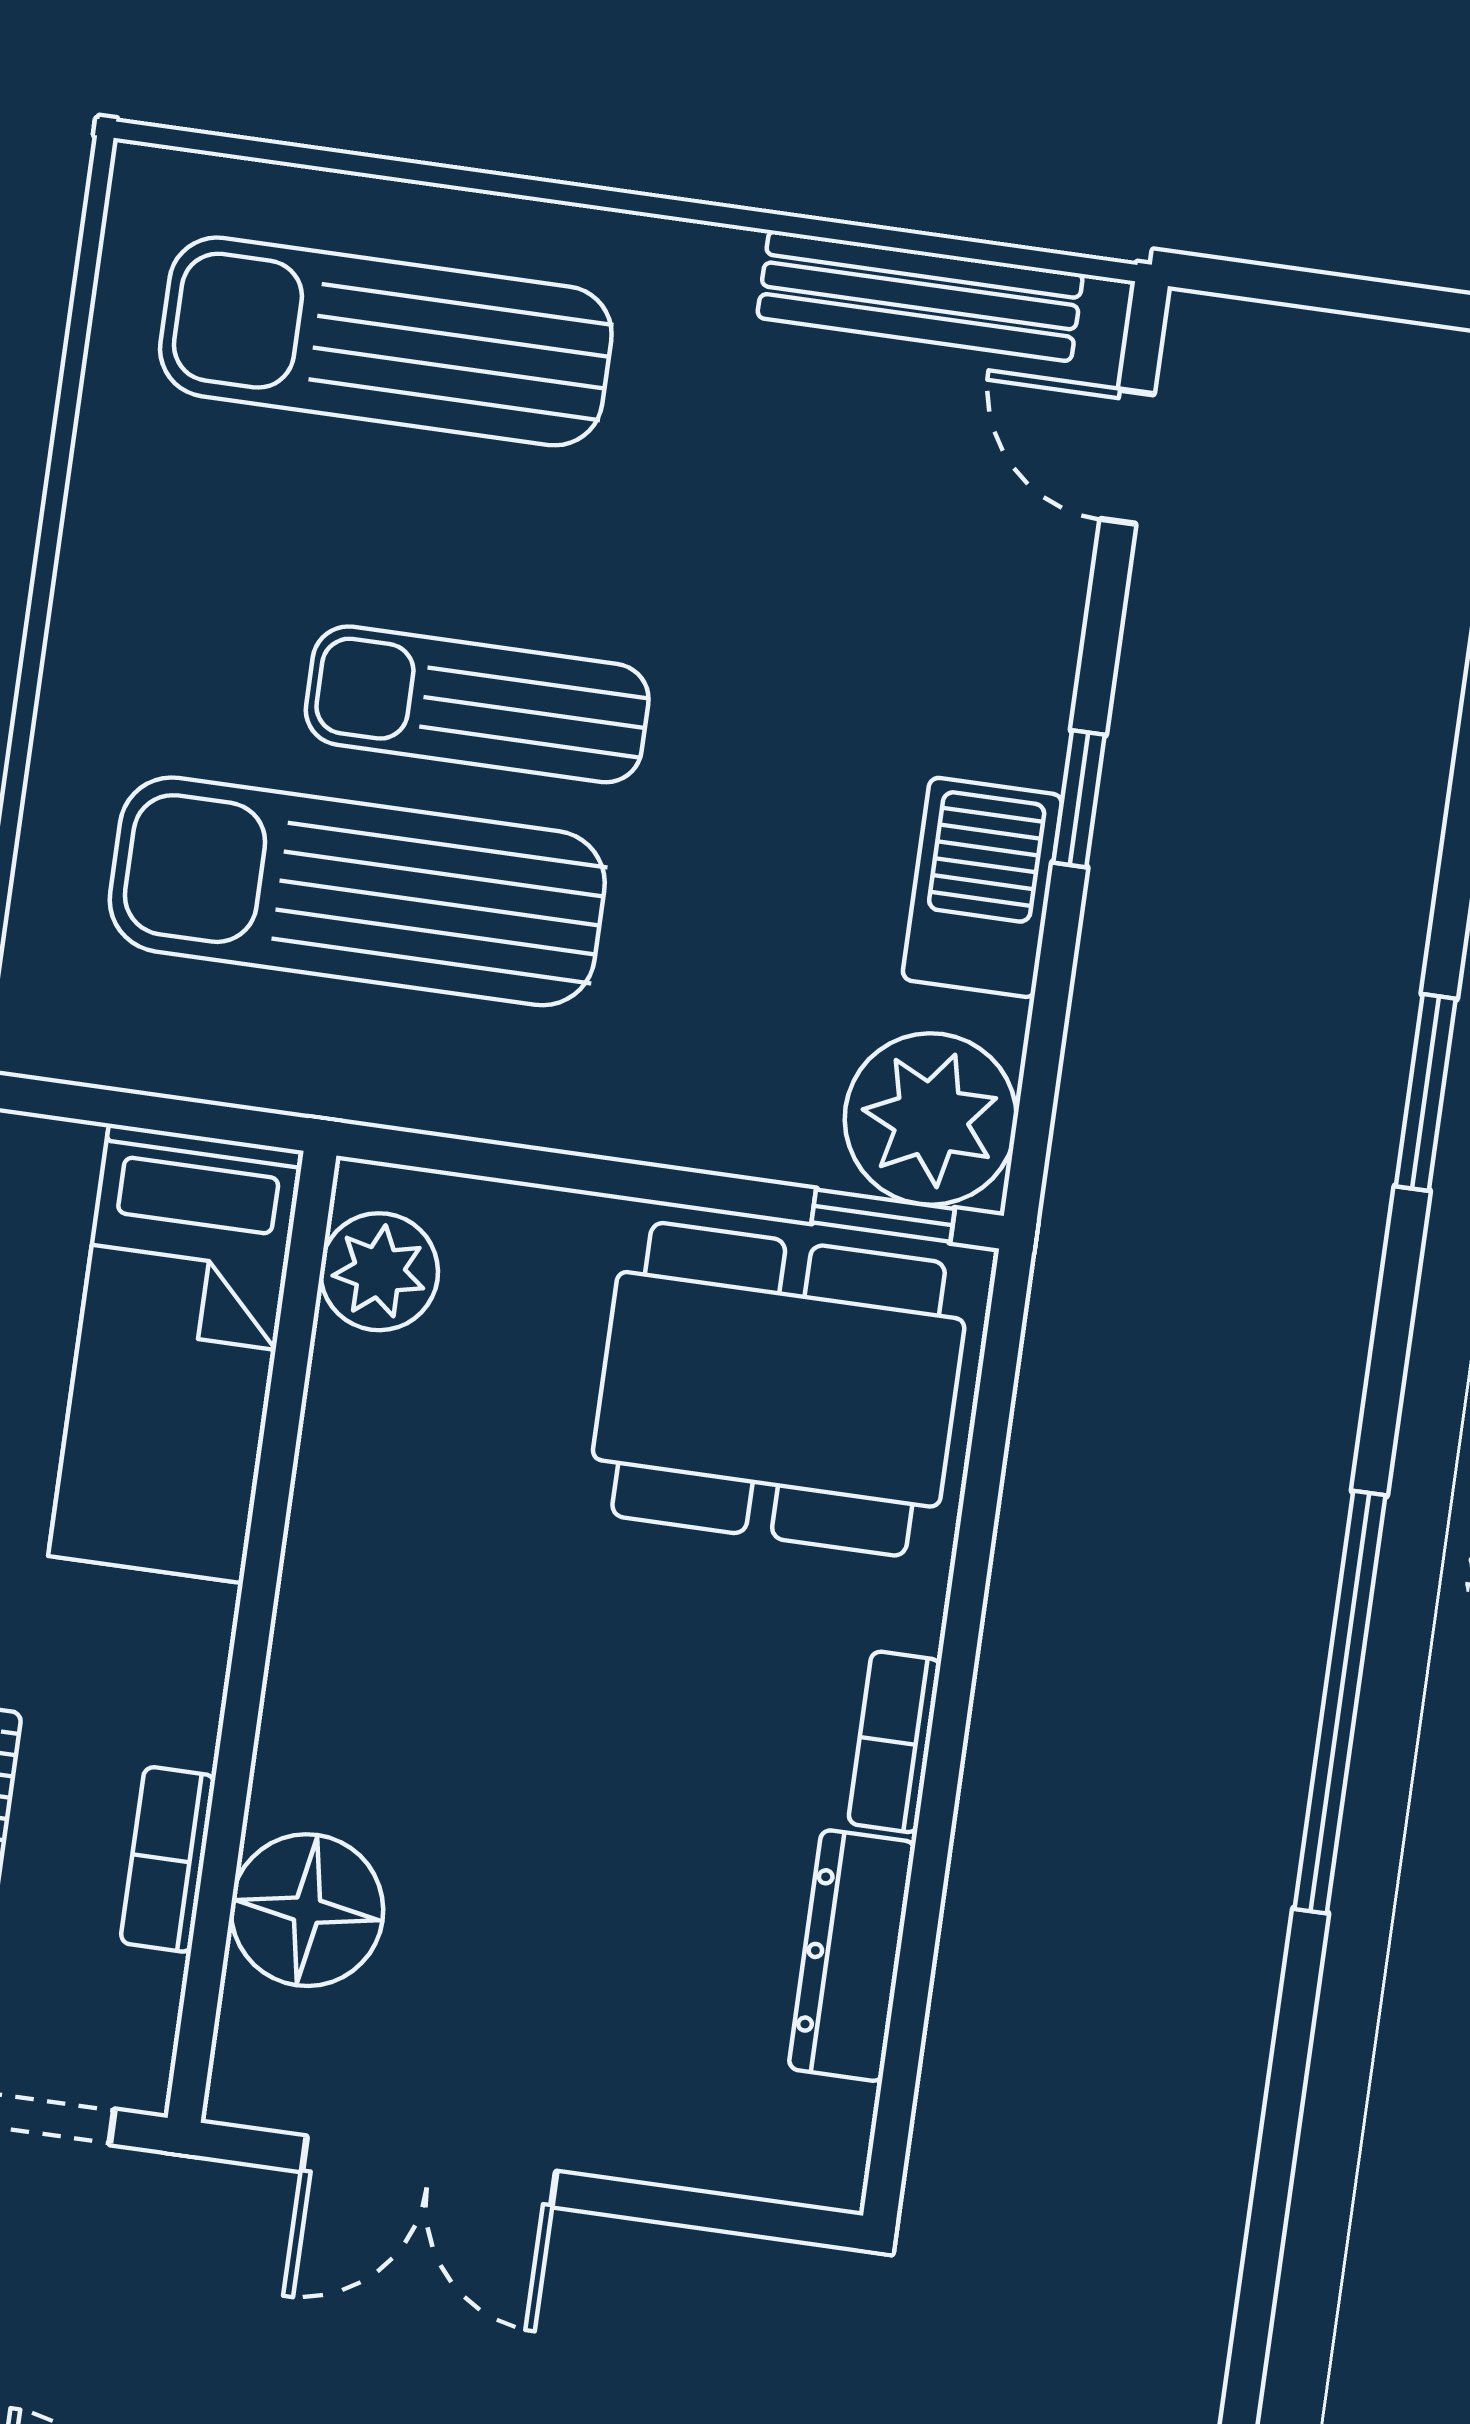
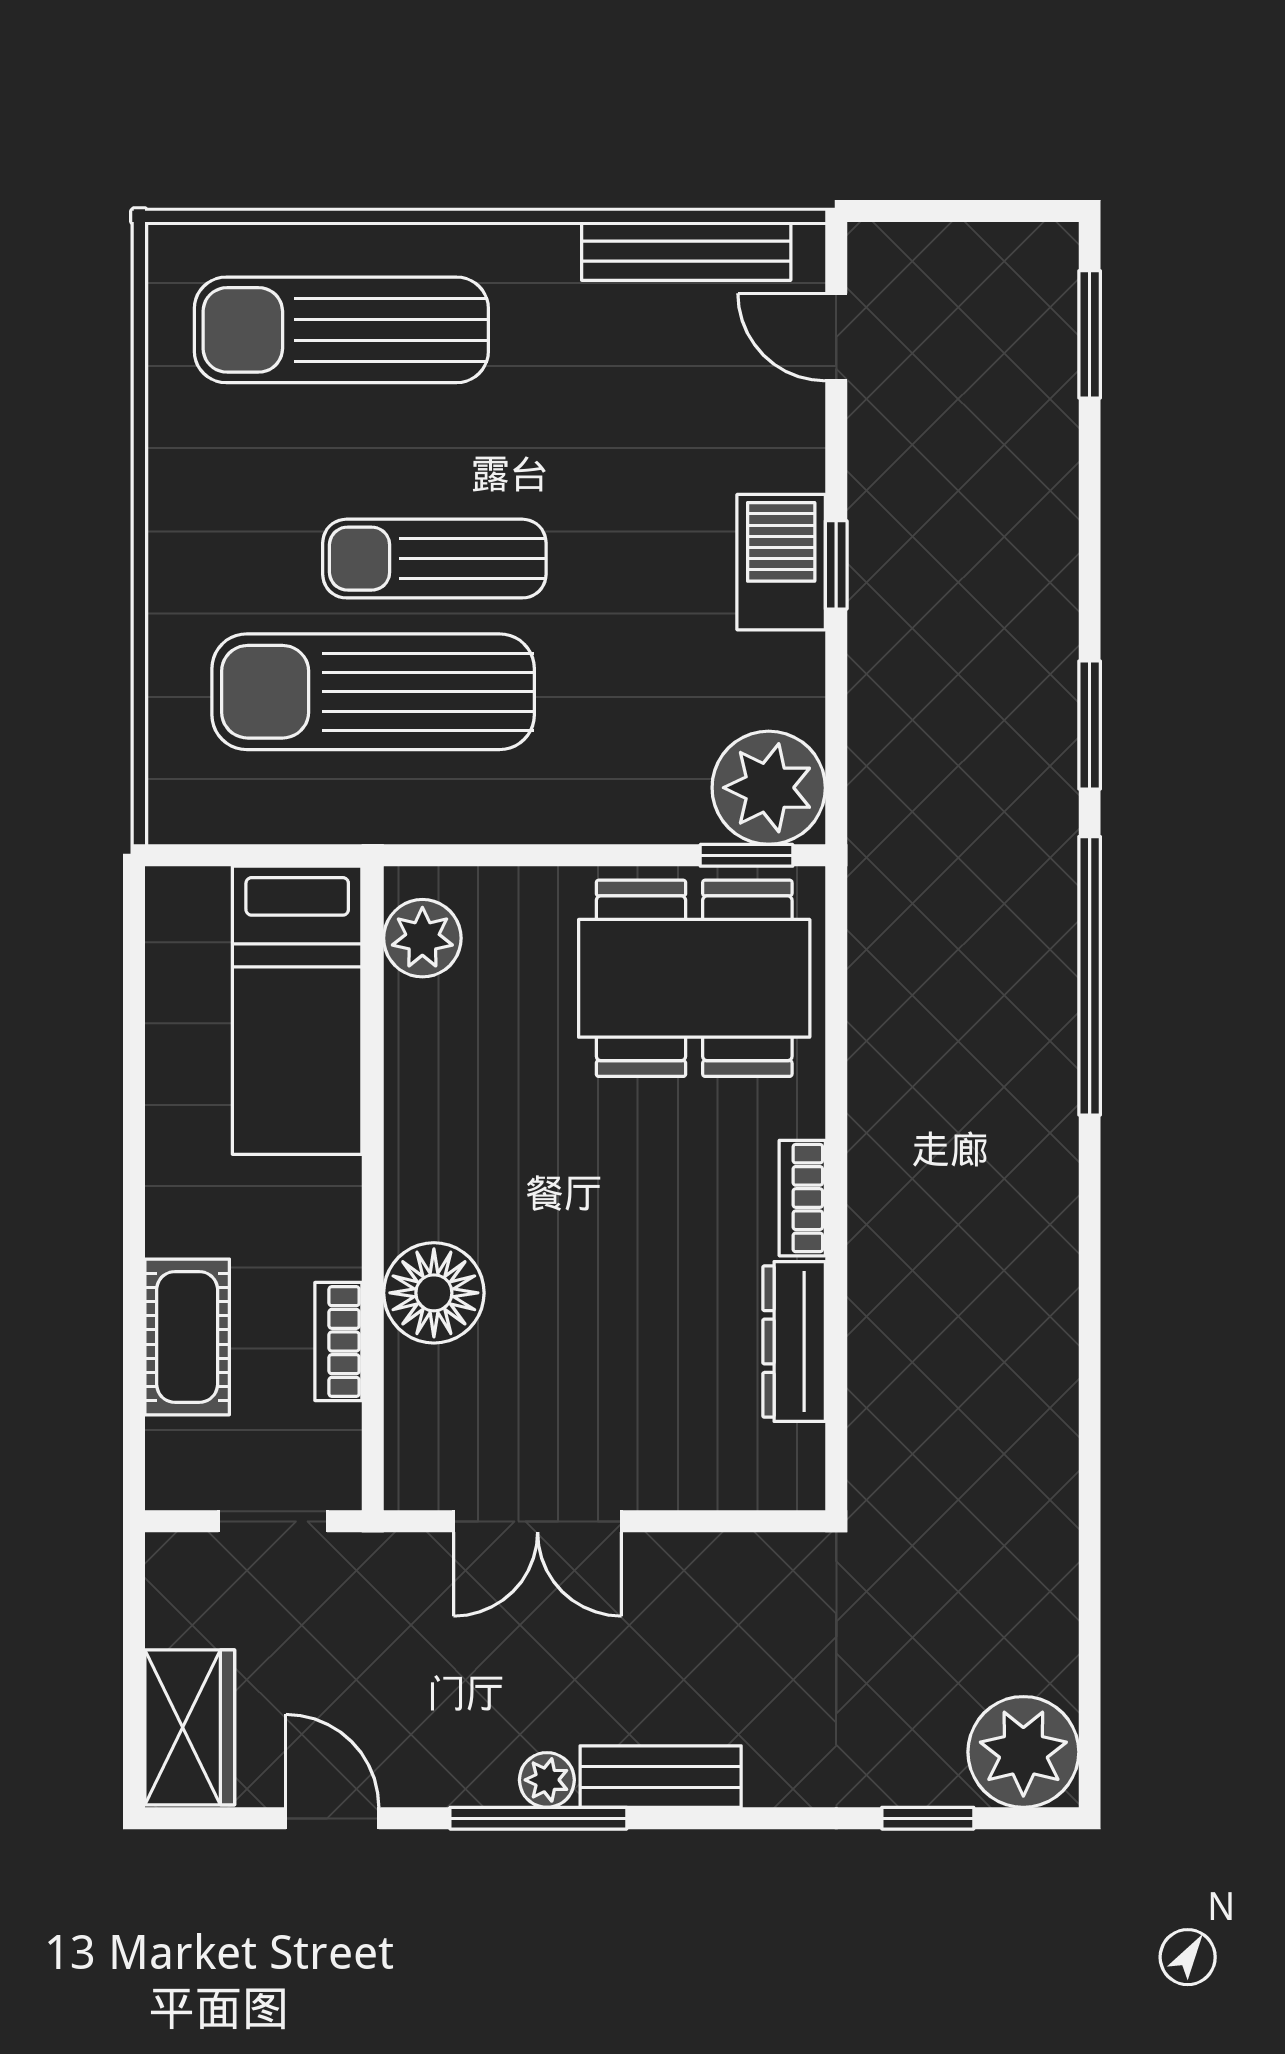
barbecue: (982, 887) -> (781, 562), moved
window: (1340, 1702) -> (1090, 976), moved
floor lamp: (307, 1910) -> (434, 1293), moved

